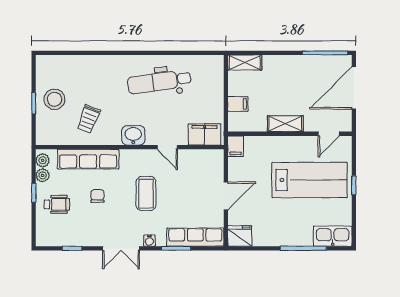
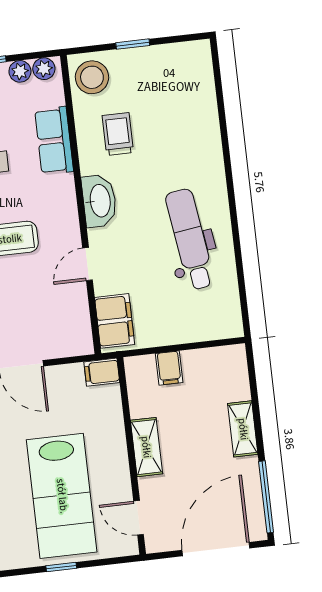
shelving: (245, 63) -> (243, 429), moved
door: (354, 88) -> (216, 549), hinge flipped
stool: (54, 99) -> (92, 77), moved
trolley: (89, 119) -> (118, 134), turned 69
washbasin: (133, 135) -> (99, 201), width x1.38
row of seats: (88, 159) -> (54, 141), width x0.68

